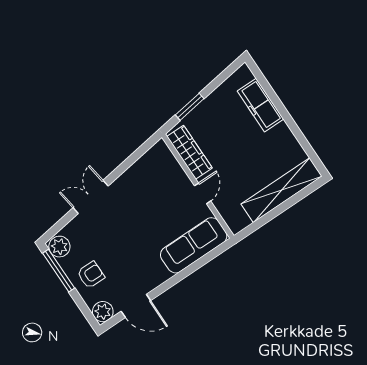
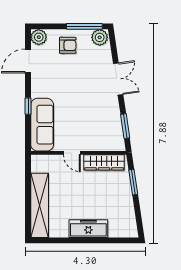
freezer: (260, 105) -> (88, 229), moved
window: (136, 156) -> (125, 126), added
window: (184, 274) -> (28, 106), added
armchair: (91, 275) -> (68, 45), turned -90

